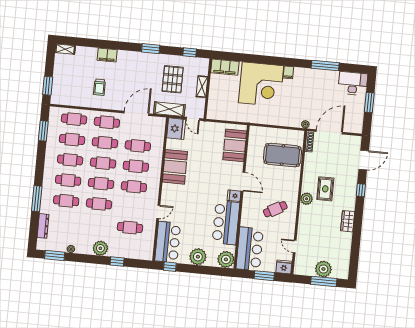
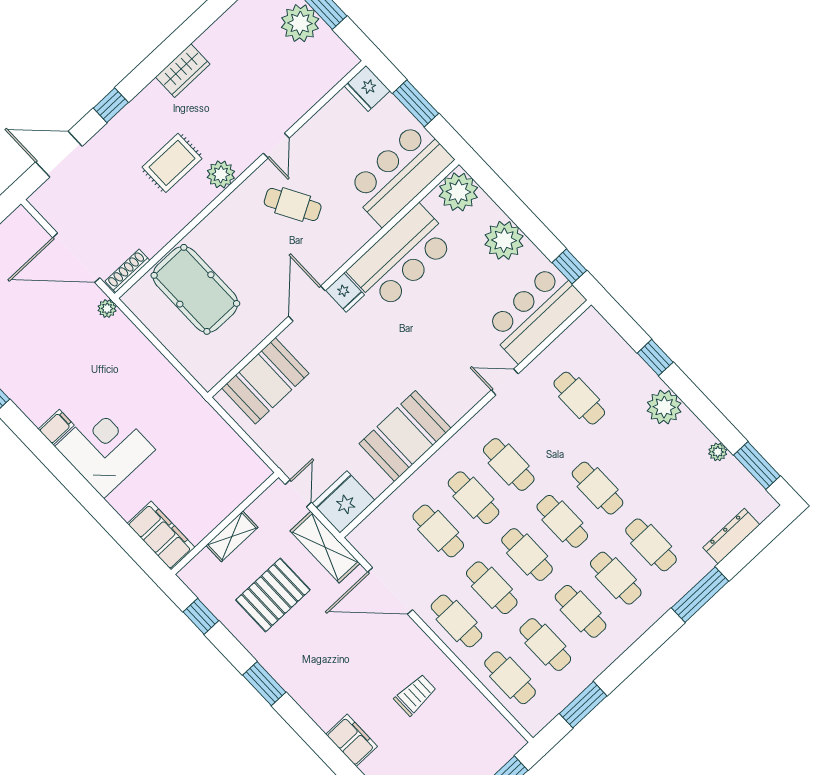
corner desk: (261, 84) -> (105, 448), width x0.74, depth x0.74
door: (295, 246) -> (276, 146), moved

